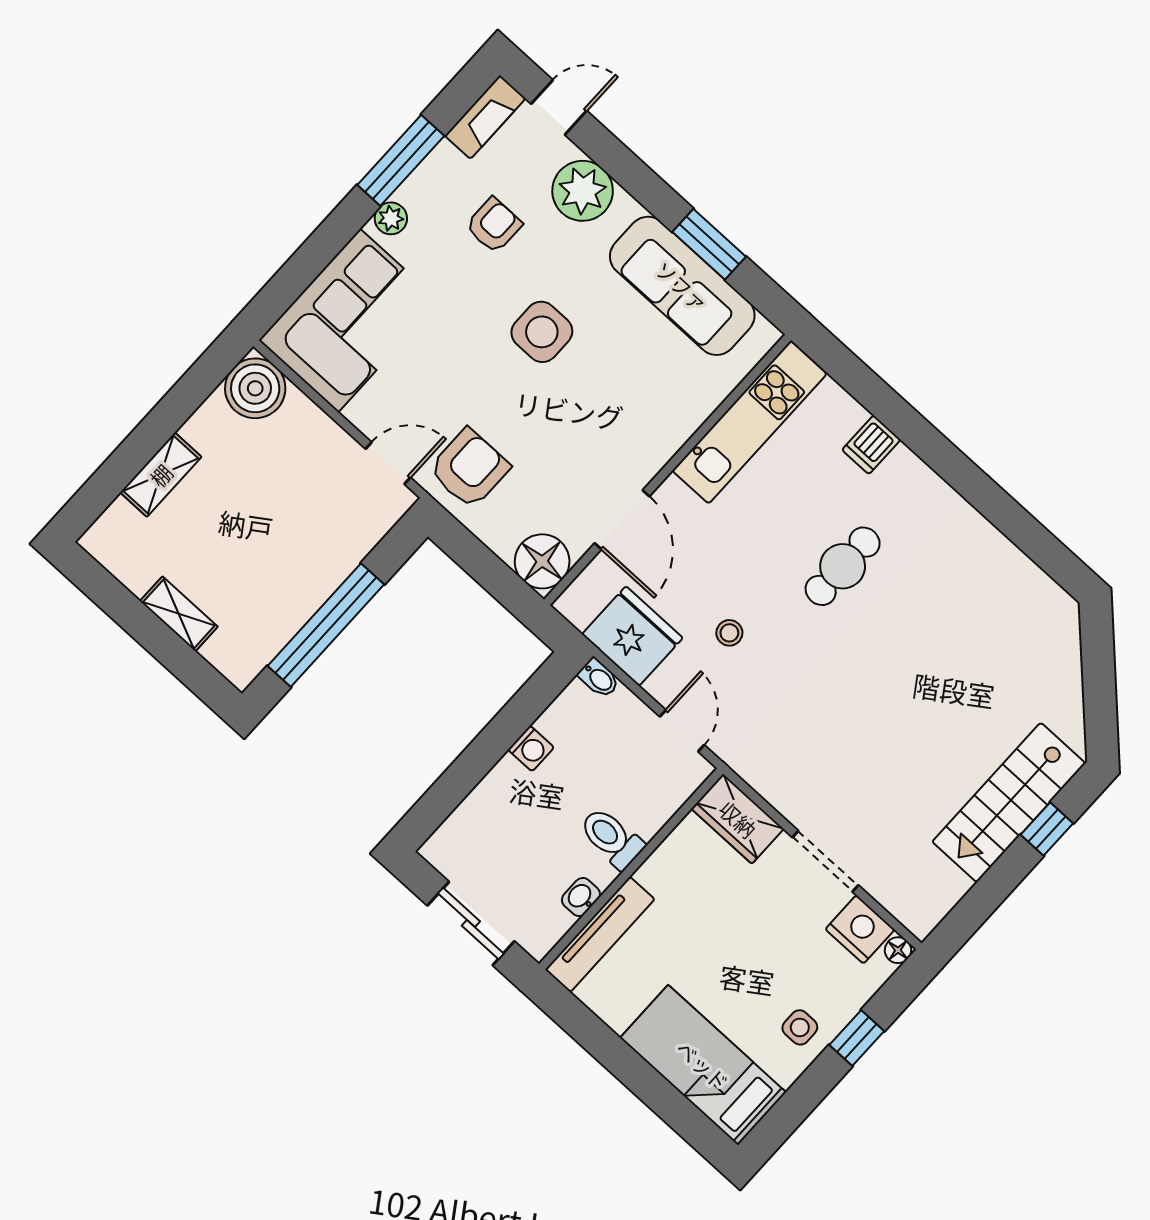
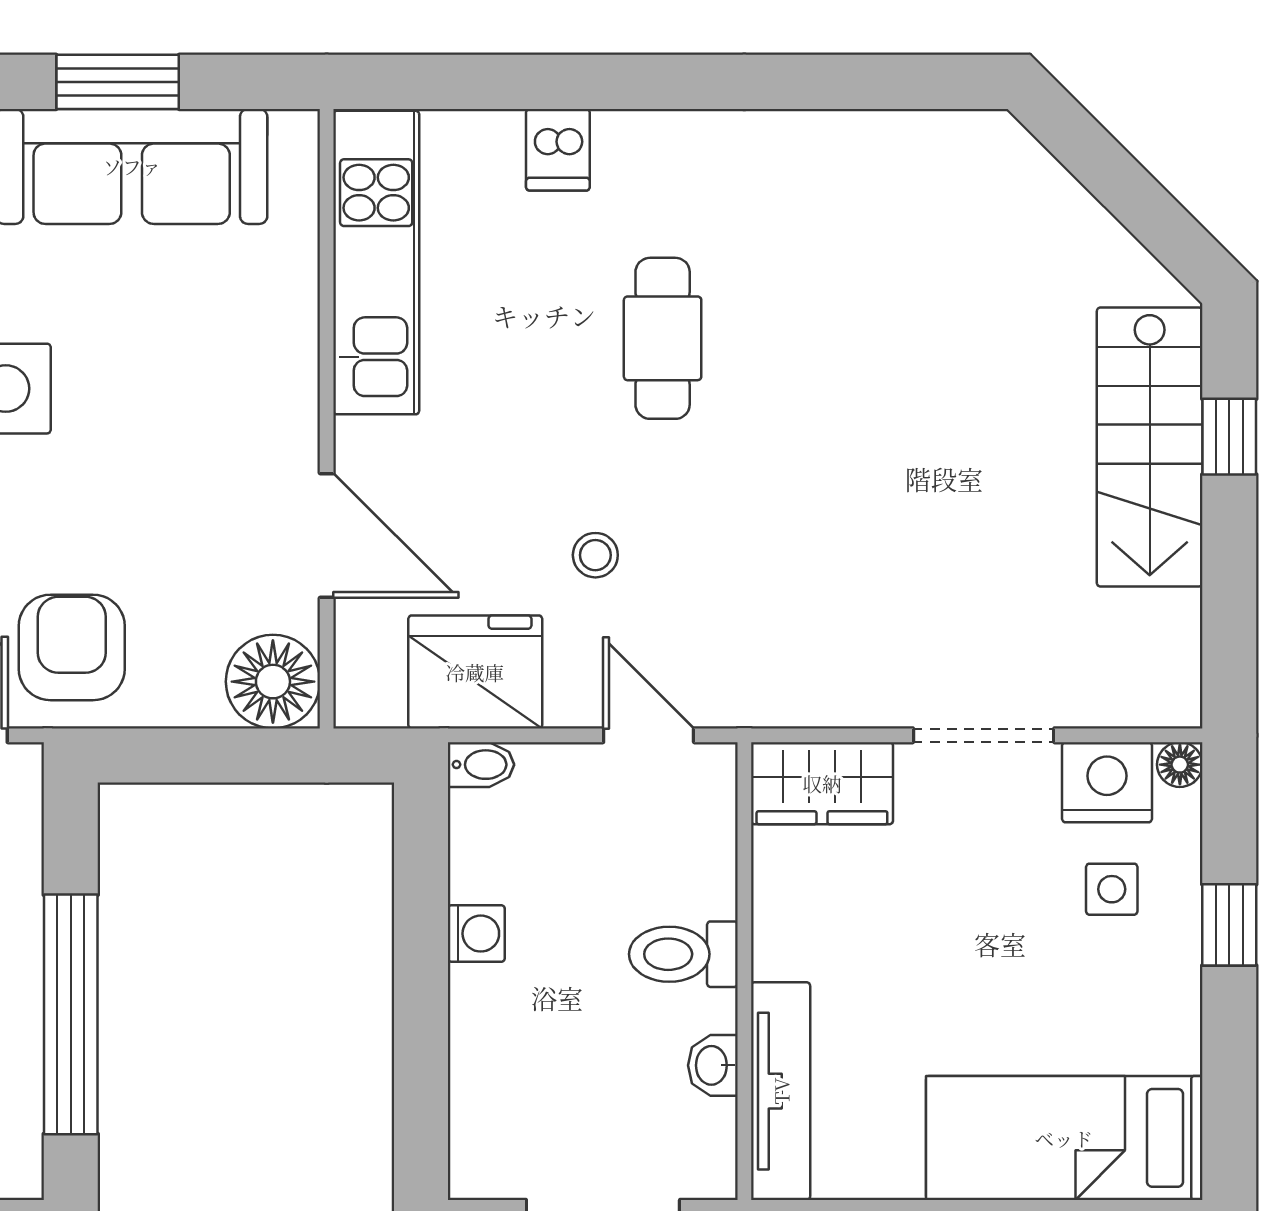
side table: (800, 1027) -> (1112, 889), moved

